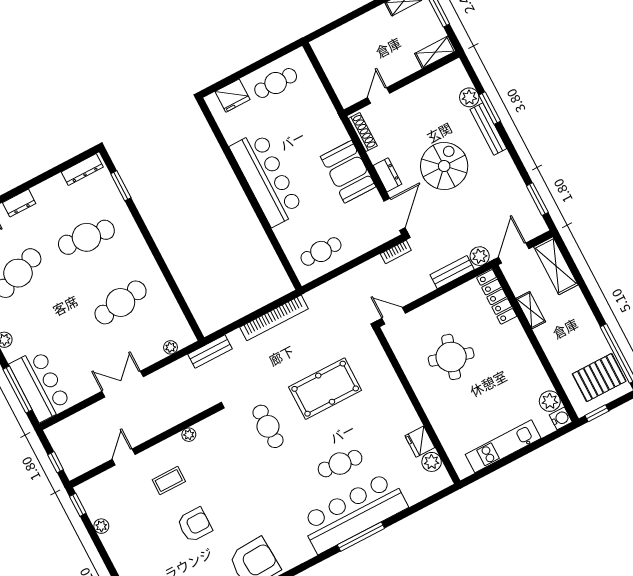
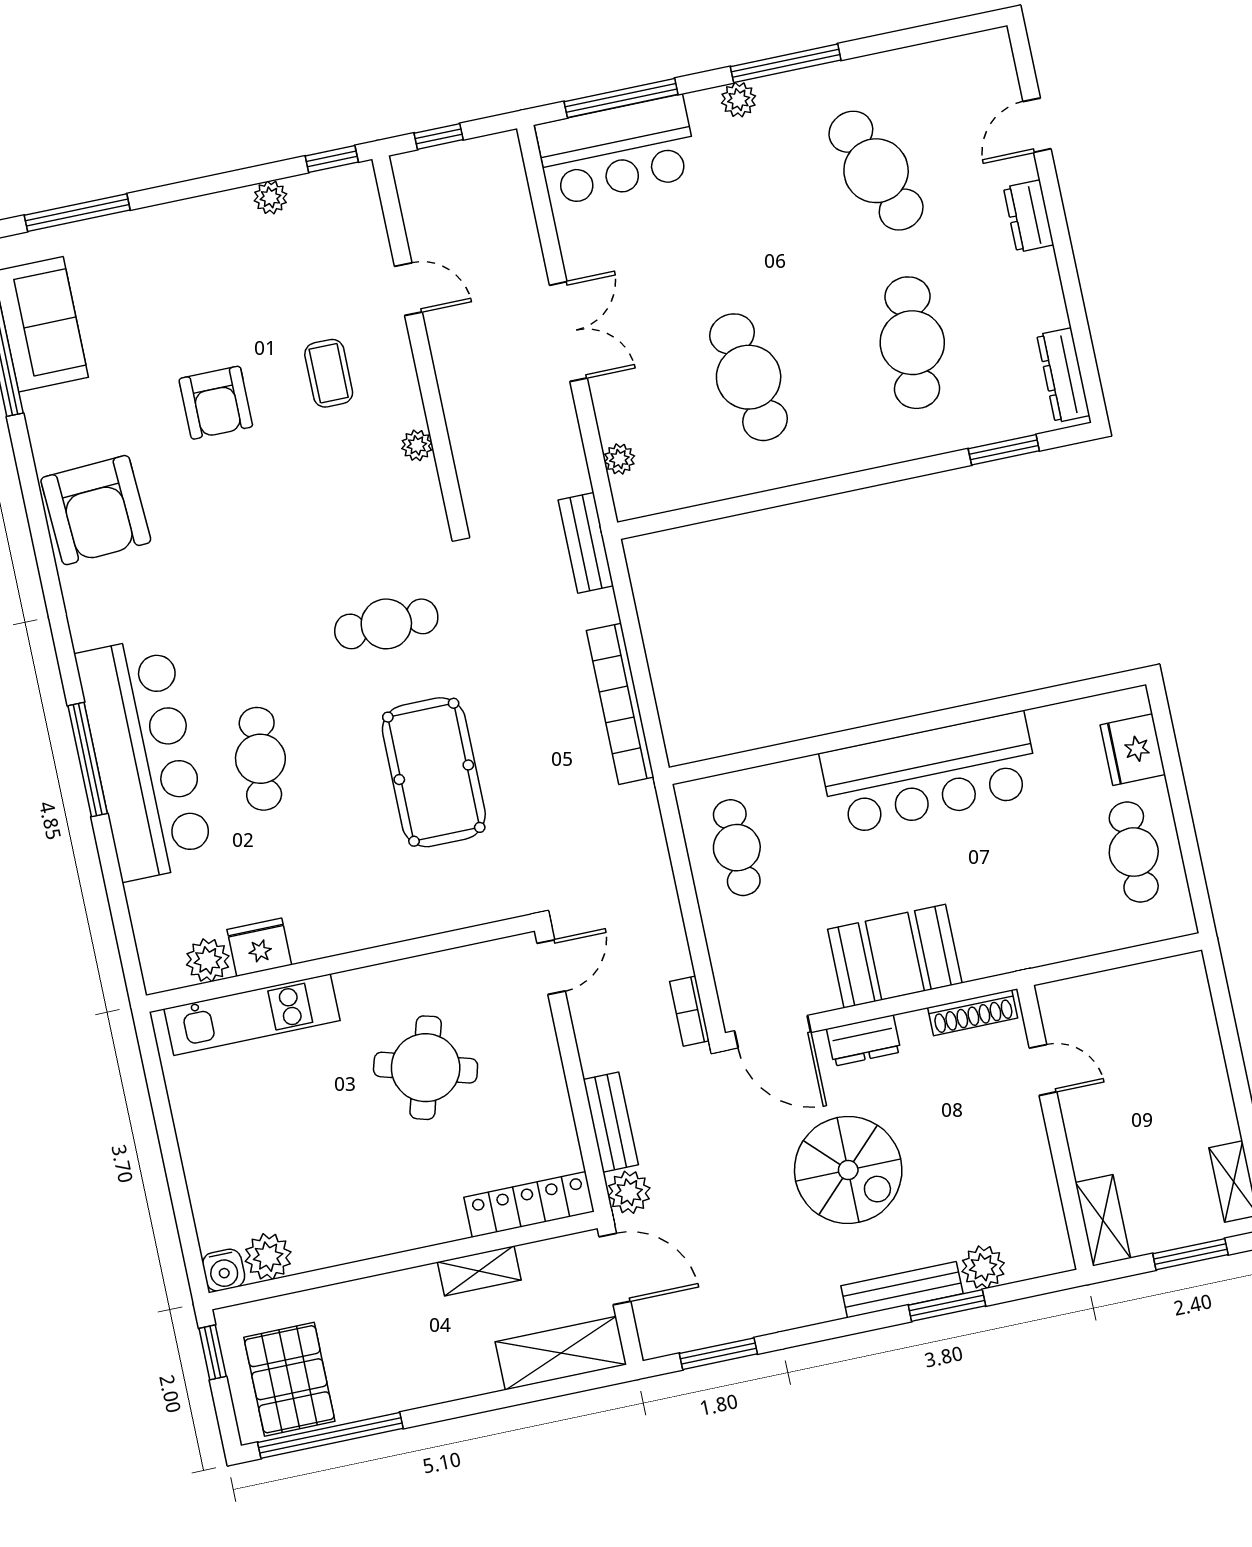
kitchen unit: (503, 446) -> (252, 1015), moved, turned 90

